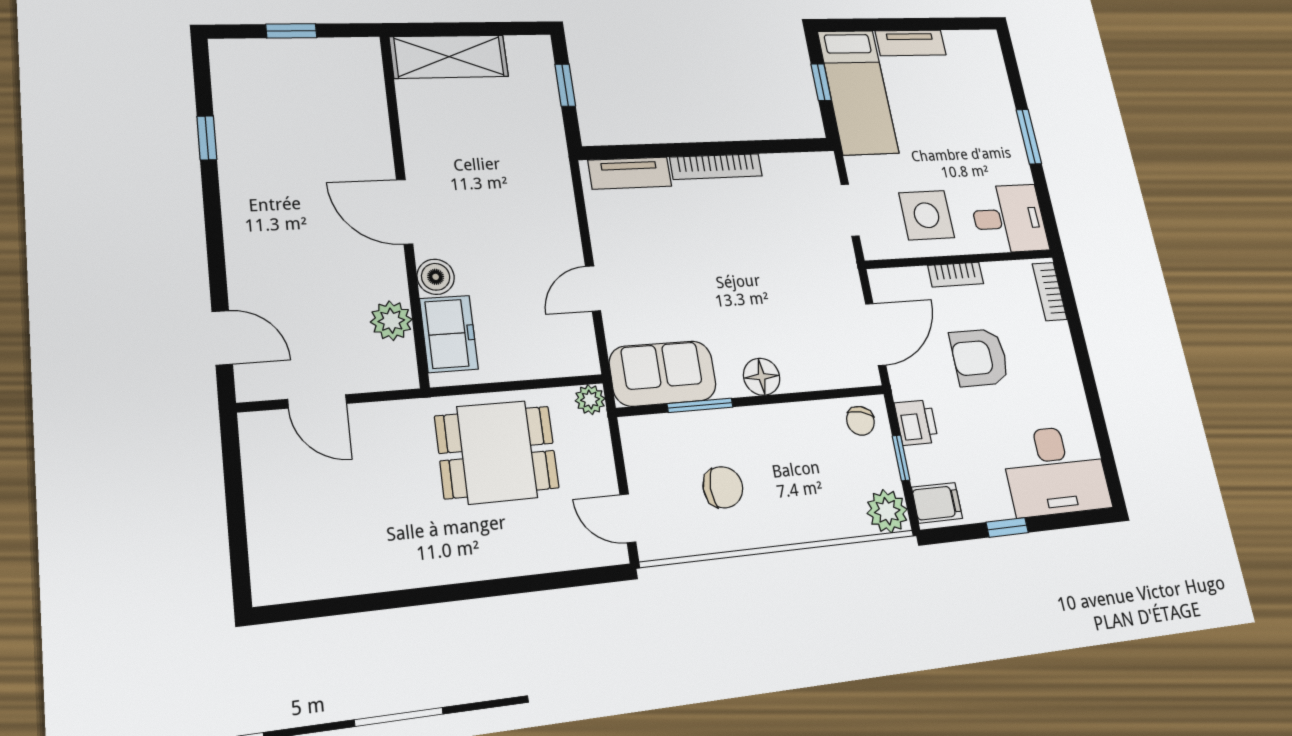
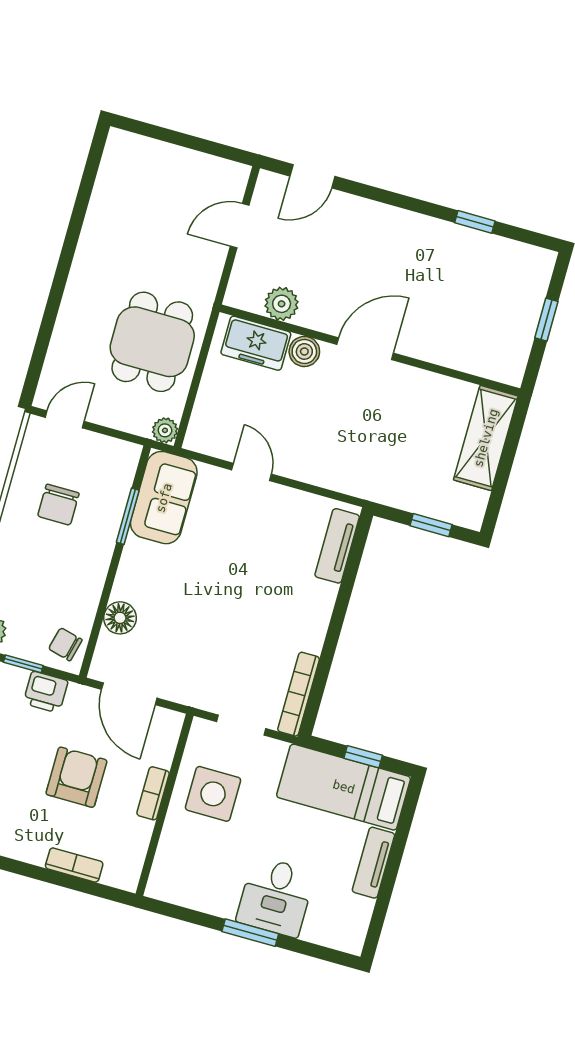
bookcase: (716, 167) -> (299, 694), moved
desk: (1009, 219) -> (276, 897), moved
bookcase: (1050, 292) -> (74, 865), moved
floor lamp: (762, 377) -> (120, 618), moved

